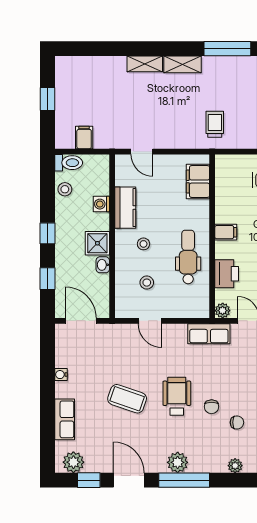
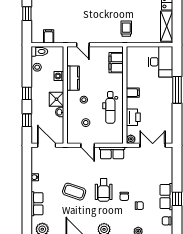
dental chair: (188, 257) -> (110, 107), turned 180
row of seats: (209, 334) -> (112, 153), moved
wheelchair: (177, 396) -> (104, 190), turned 180

